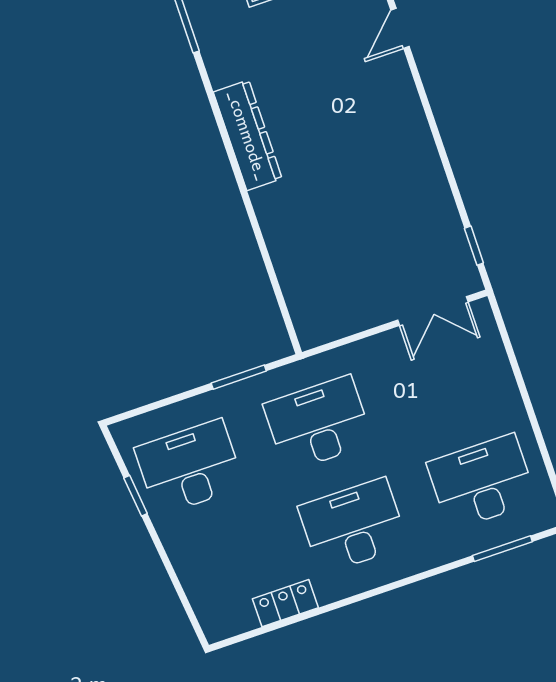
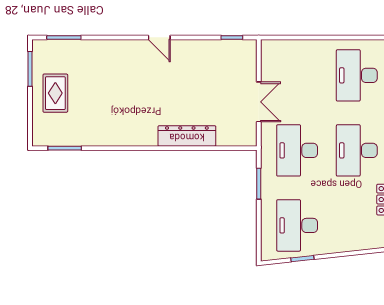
door: (400, 28) -> (159, 37), moved
dresser: (248, 135) -> (187, 136), moved
double door: (433, 311) -> (259, 102), moved

